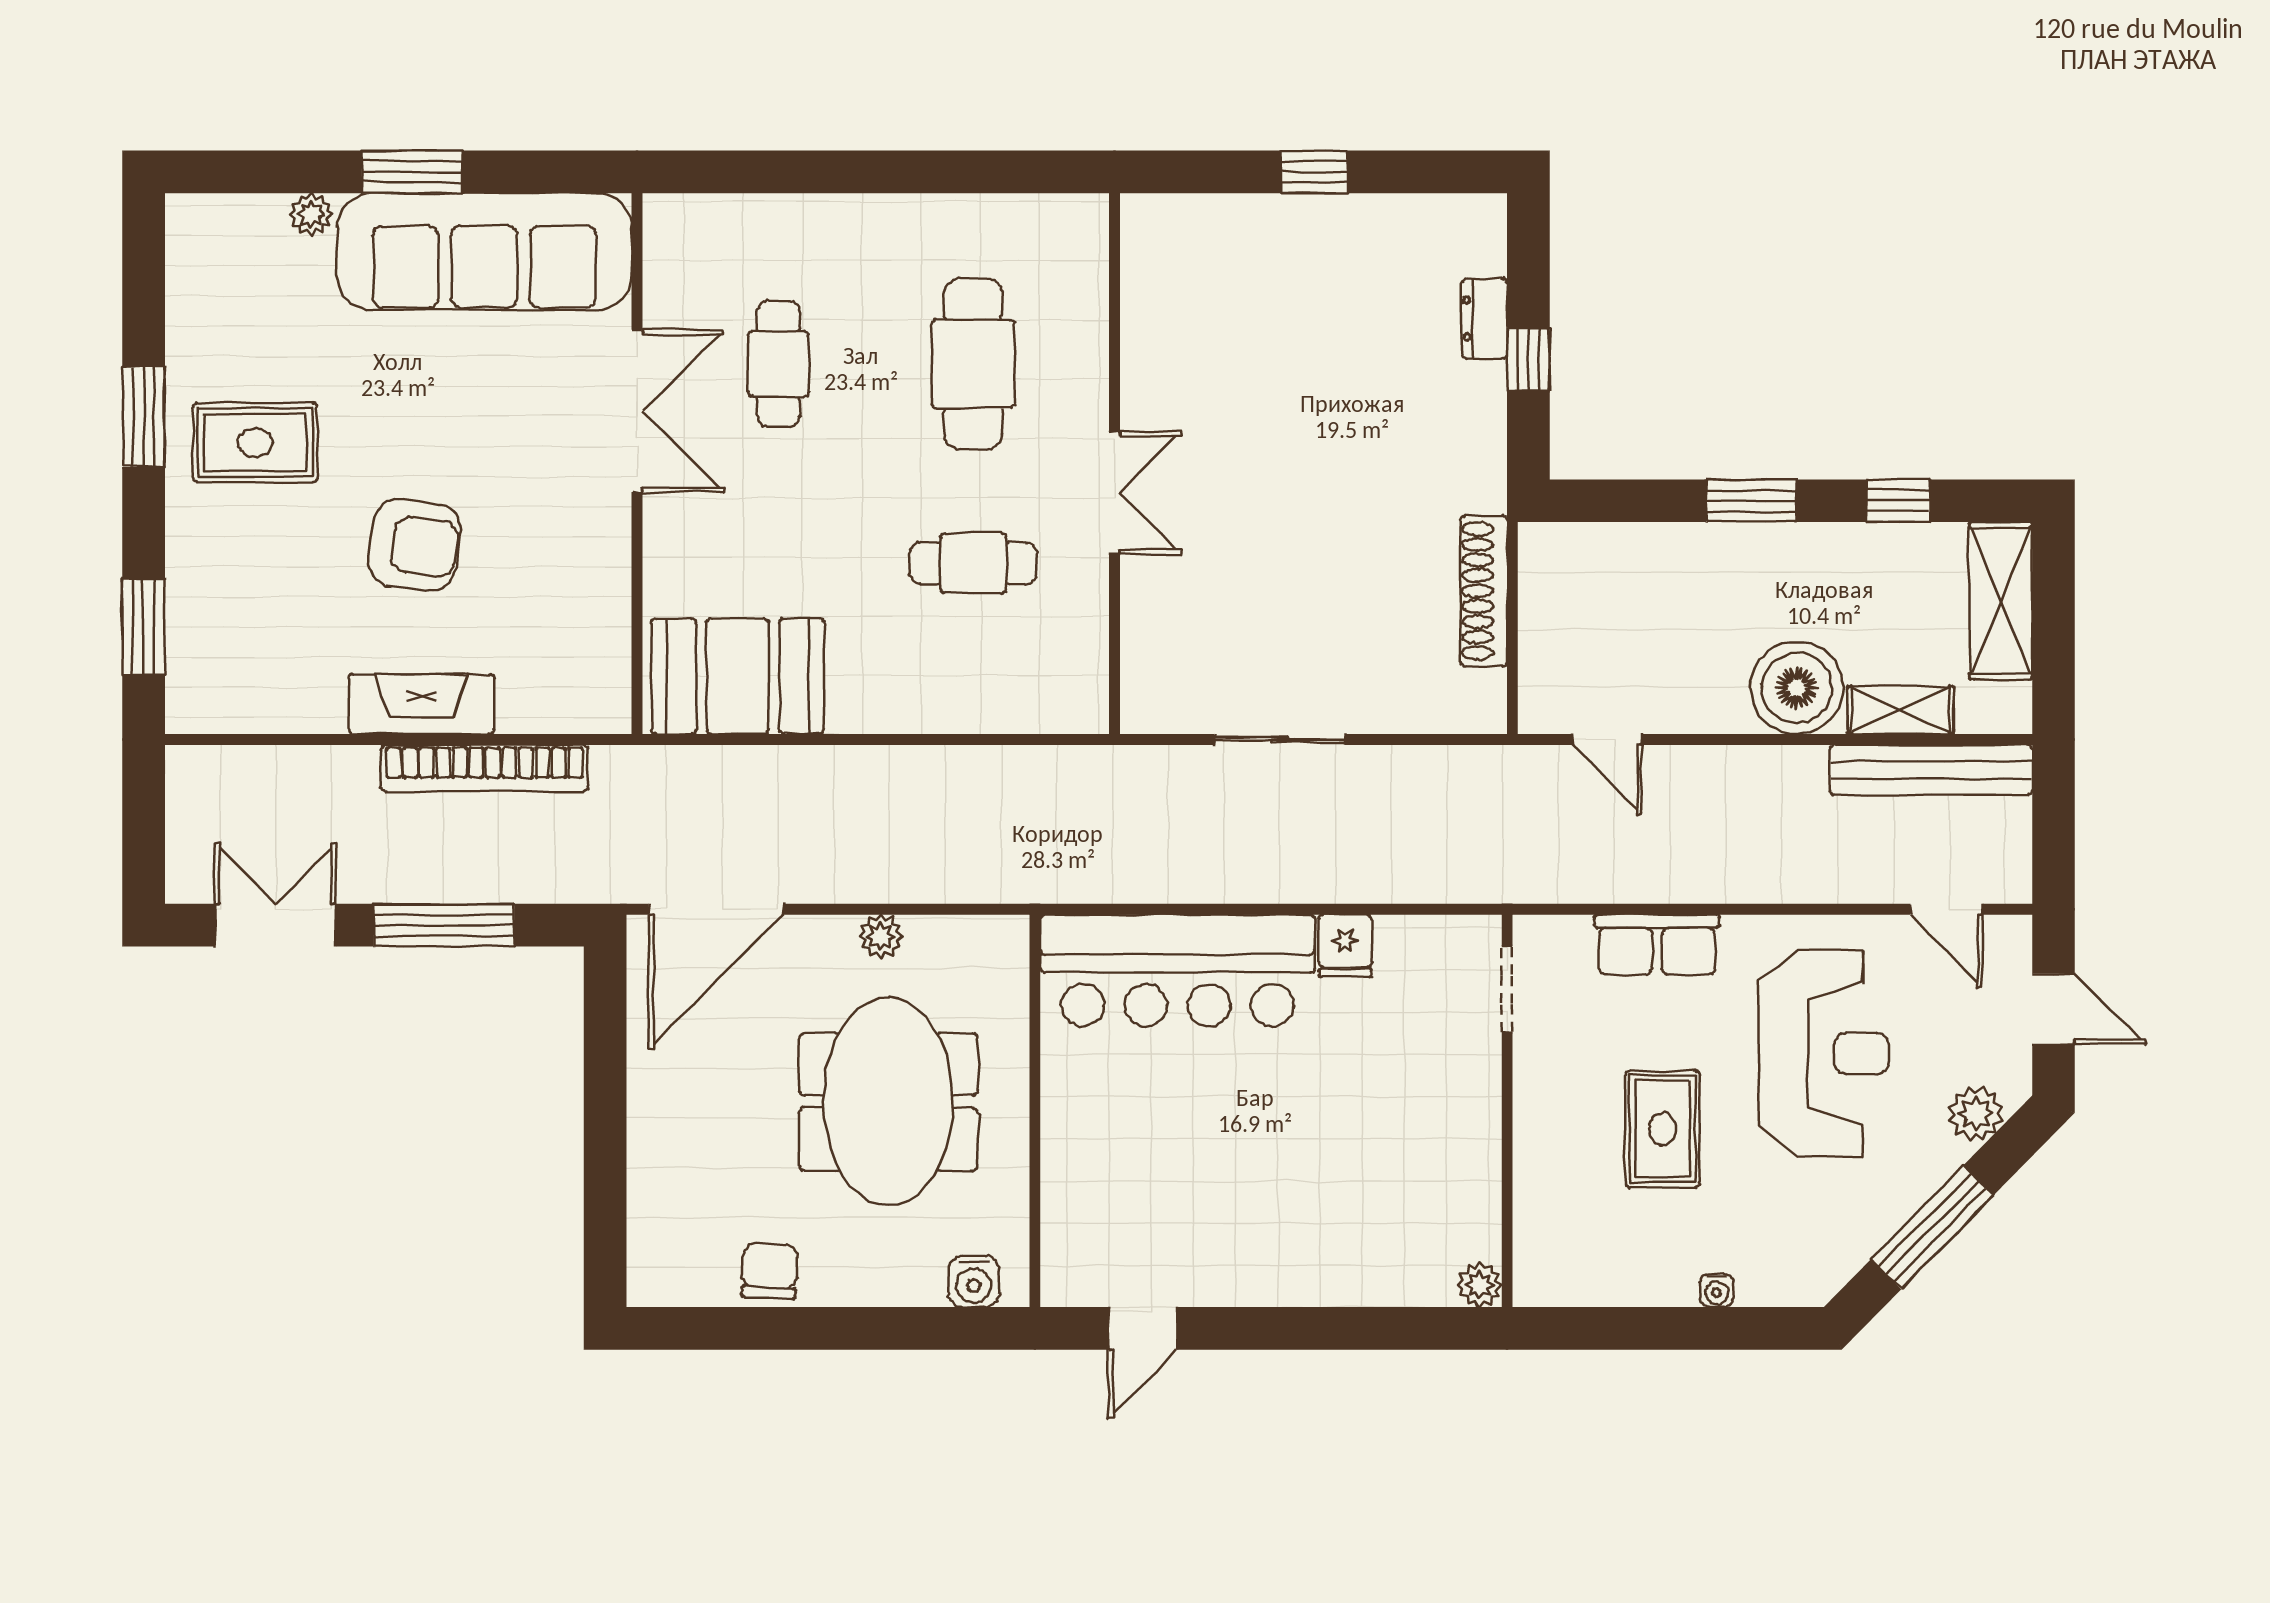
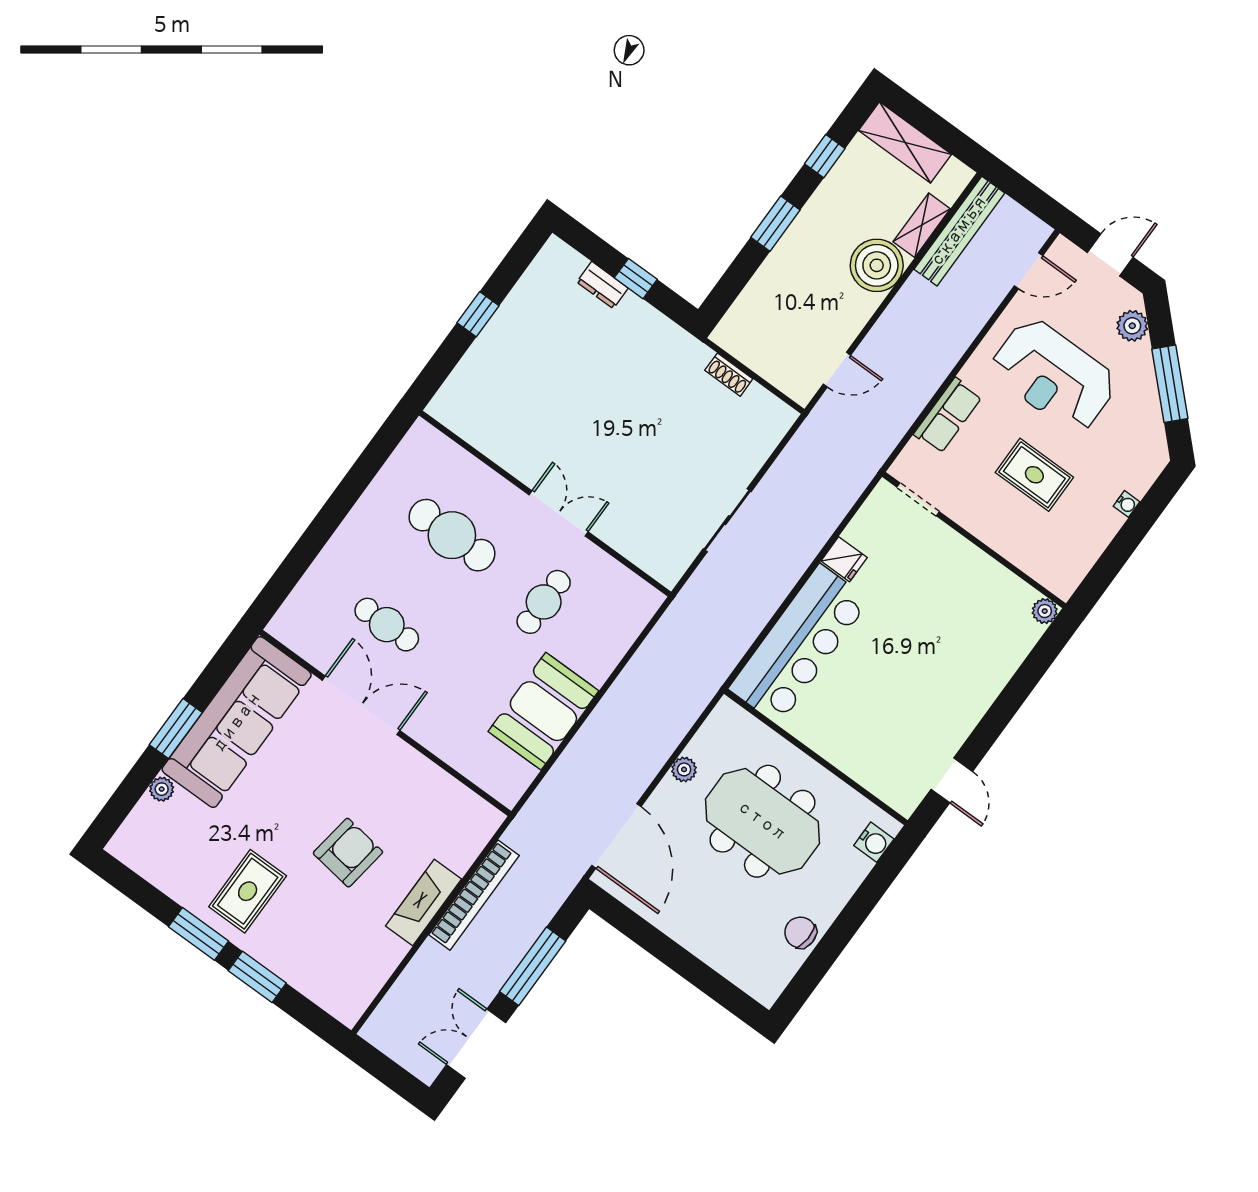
shoe rack: (1484, 591) -> (729, 375), width x0.51, depth x0.81
window: (144, 627) -> (257, 977), moved
booth: (738, 676) -> (543, 711), moved
reception desk: (1824, 1053) -> (1054, 375), turned 180

